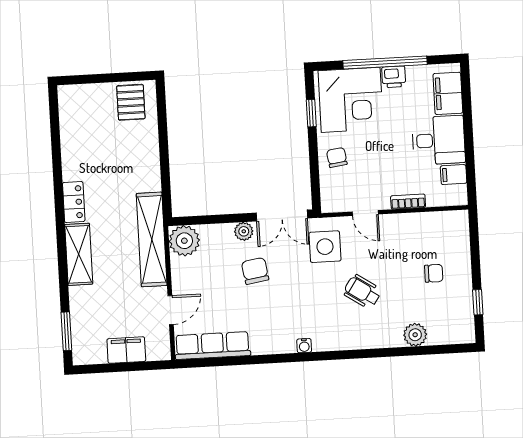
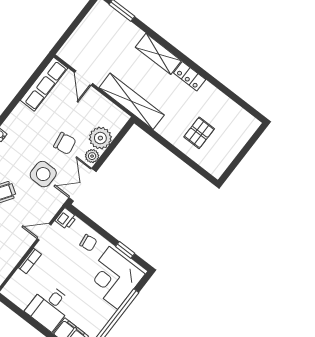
printer: (394, 77) -> (66, 219), moved, turned 180
pallet: (131, 102) -> (199, 133), moved, turned 90
filing cabinet: (454, 175) -> (23, 299), removed
plant: (184, 241) -> (100, 138), moved
side table: (325, 247) -> (43, 174), moved
filing cabinet: (126, 350) -> (83, 34), removed

